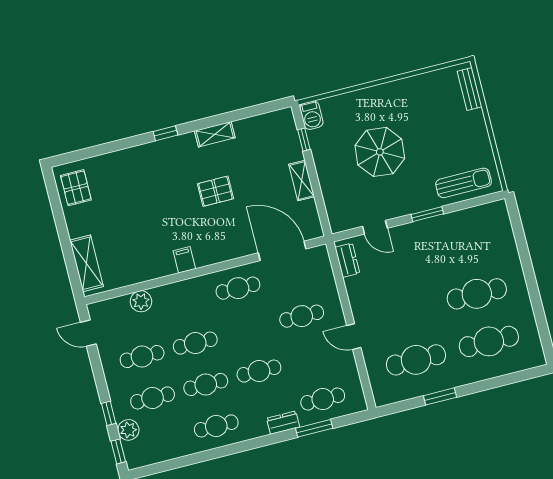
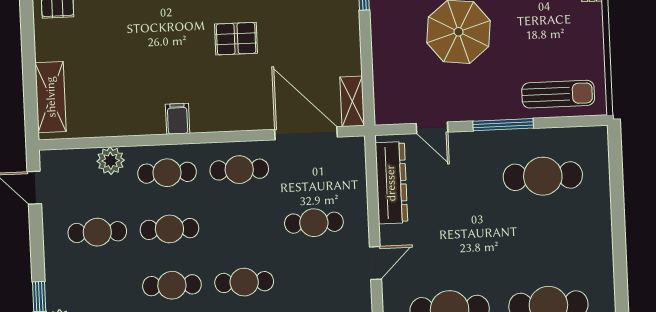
shelving: (302, 181) -> (352, 101), moved
window: (427, 214) -> (503, 125), width x1.44
dresser: (347, 260) -> (391, 183), width x1.96, depth x1.24
cafe table: (477, 294) -> (543, 176), moved
door: (354, 337) -> (375, 263), swing flipped
cafe table: (153, 398) -> (167, 173), moved

